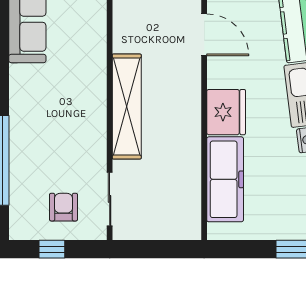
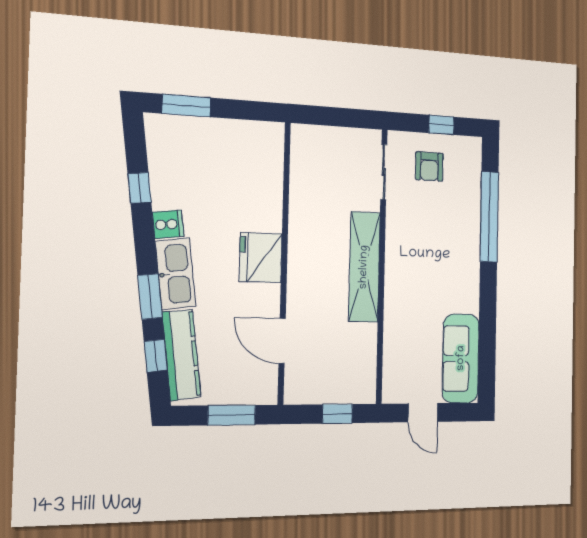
freezer: (225, 179) -> (264, 186), removed

